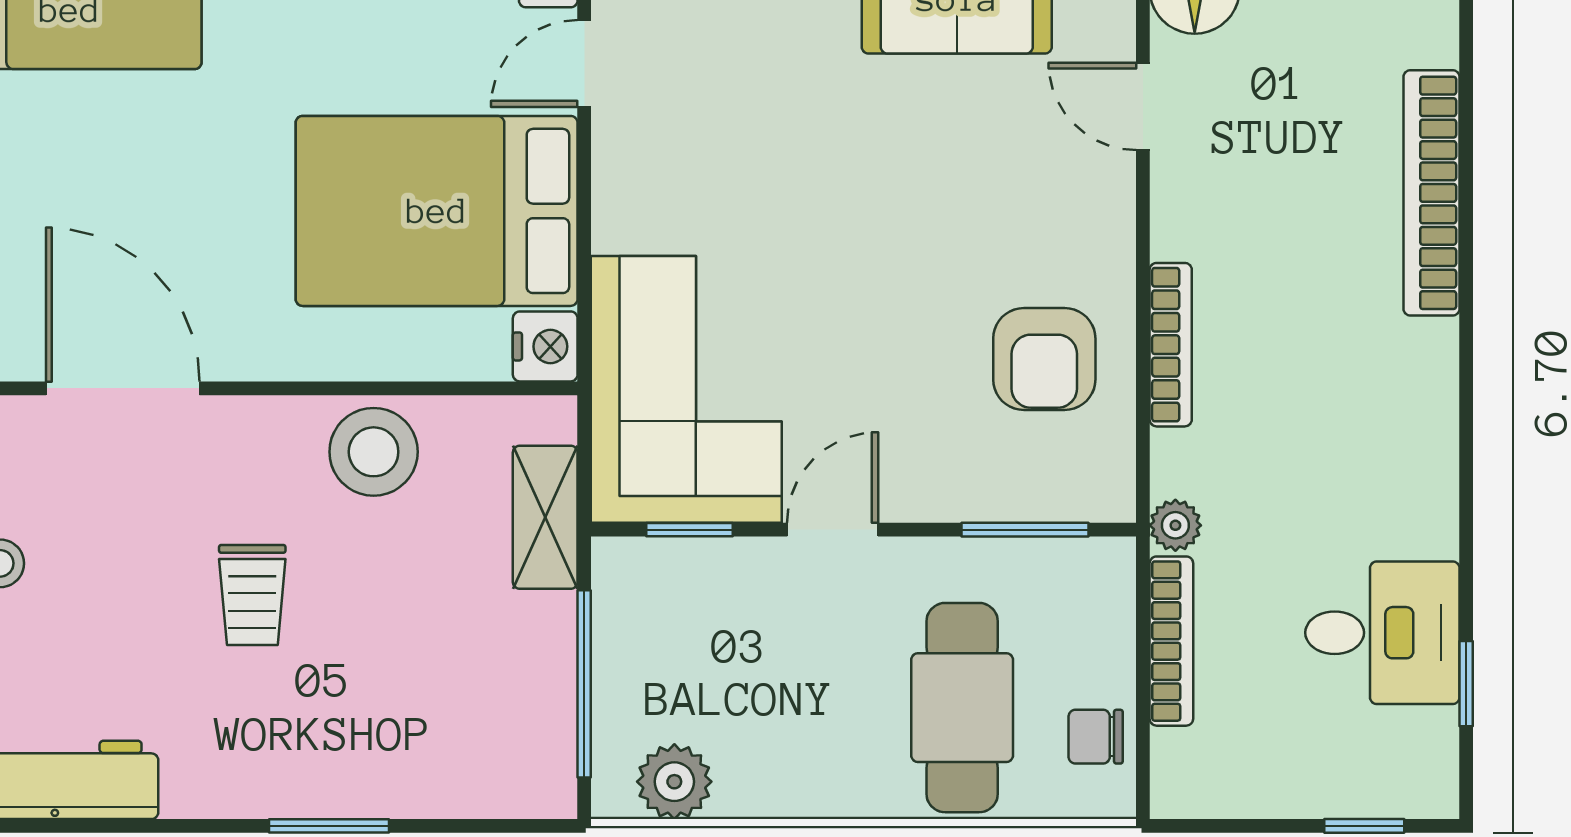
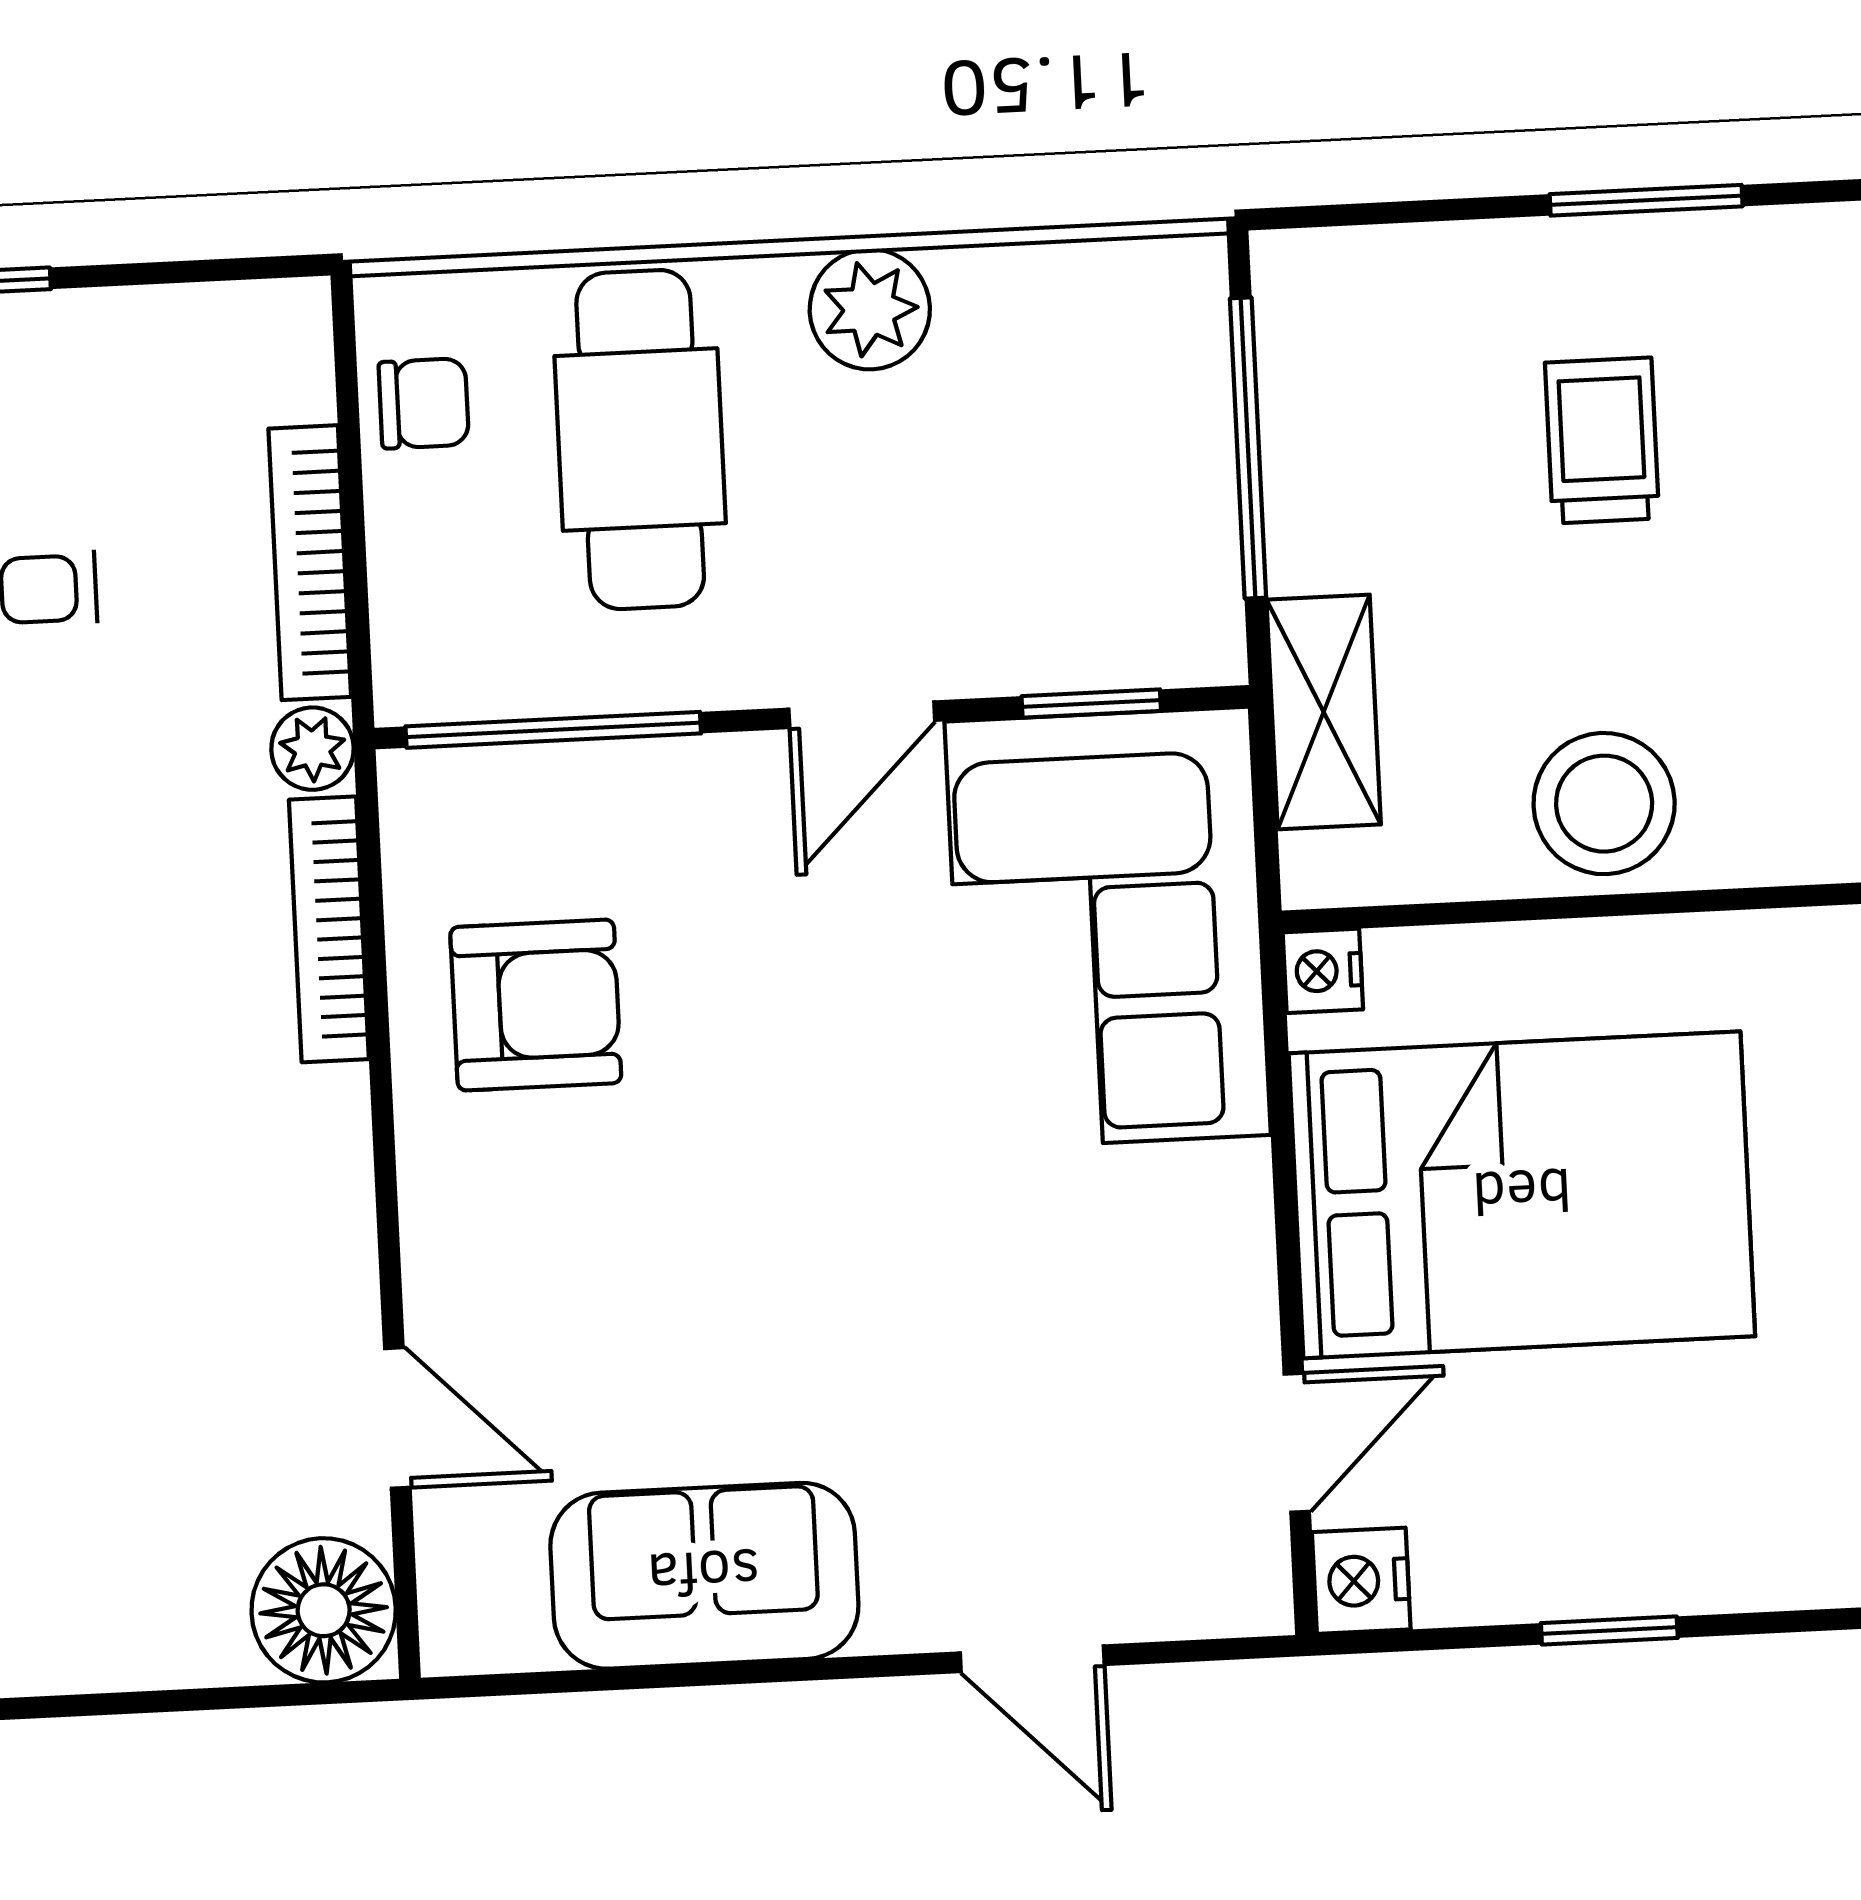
bookcase: (1171, 345) -> (329, 929), moved
nightstand: (545, 346) -> (1323, 971), width x0.72, depth x0.74
armchair: (1044, 359) -> (536, 1005), turned 90
window: (1025, 530) -> (553, 730), width x1.44
trolley: (252, 595) -> (1602, 440), moved
plant: (674, 782) -> (870, 309), moved

